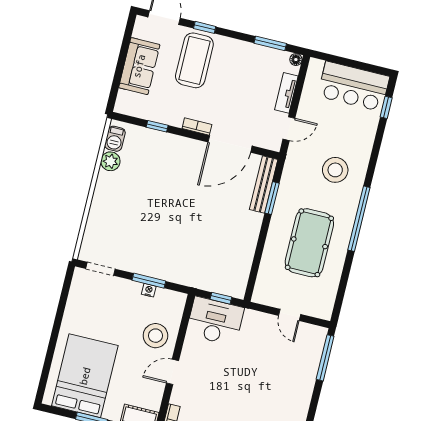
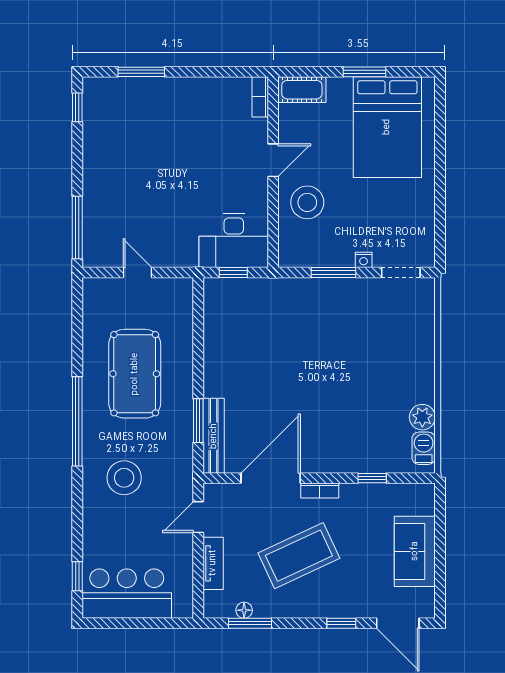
coffee table: (194, 60) -> (299, 556), moved, turned 65
floor lamp: (296, 60) -> (244, 610), moved
nightstand: (149, 290) -> (364, 260), moved

